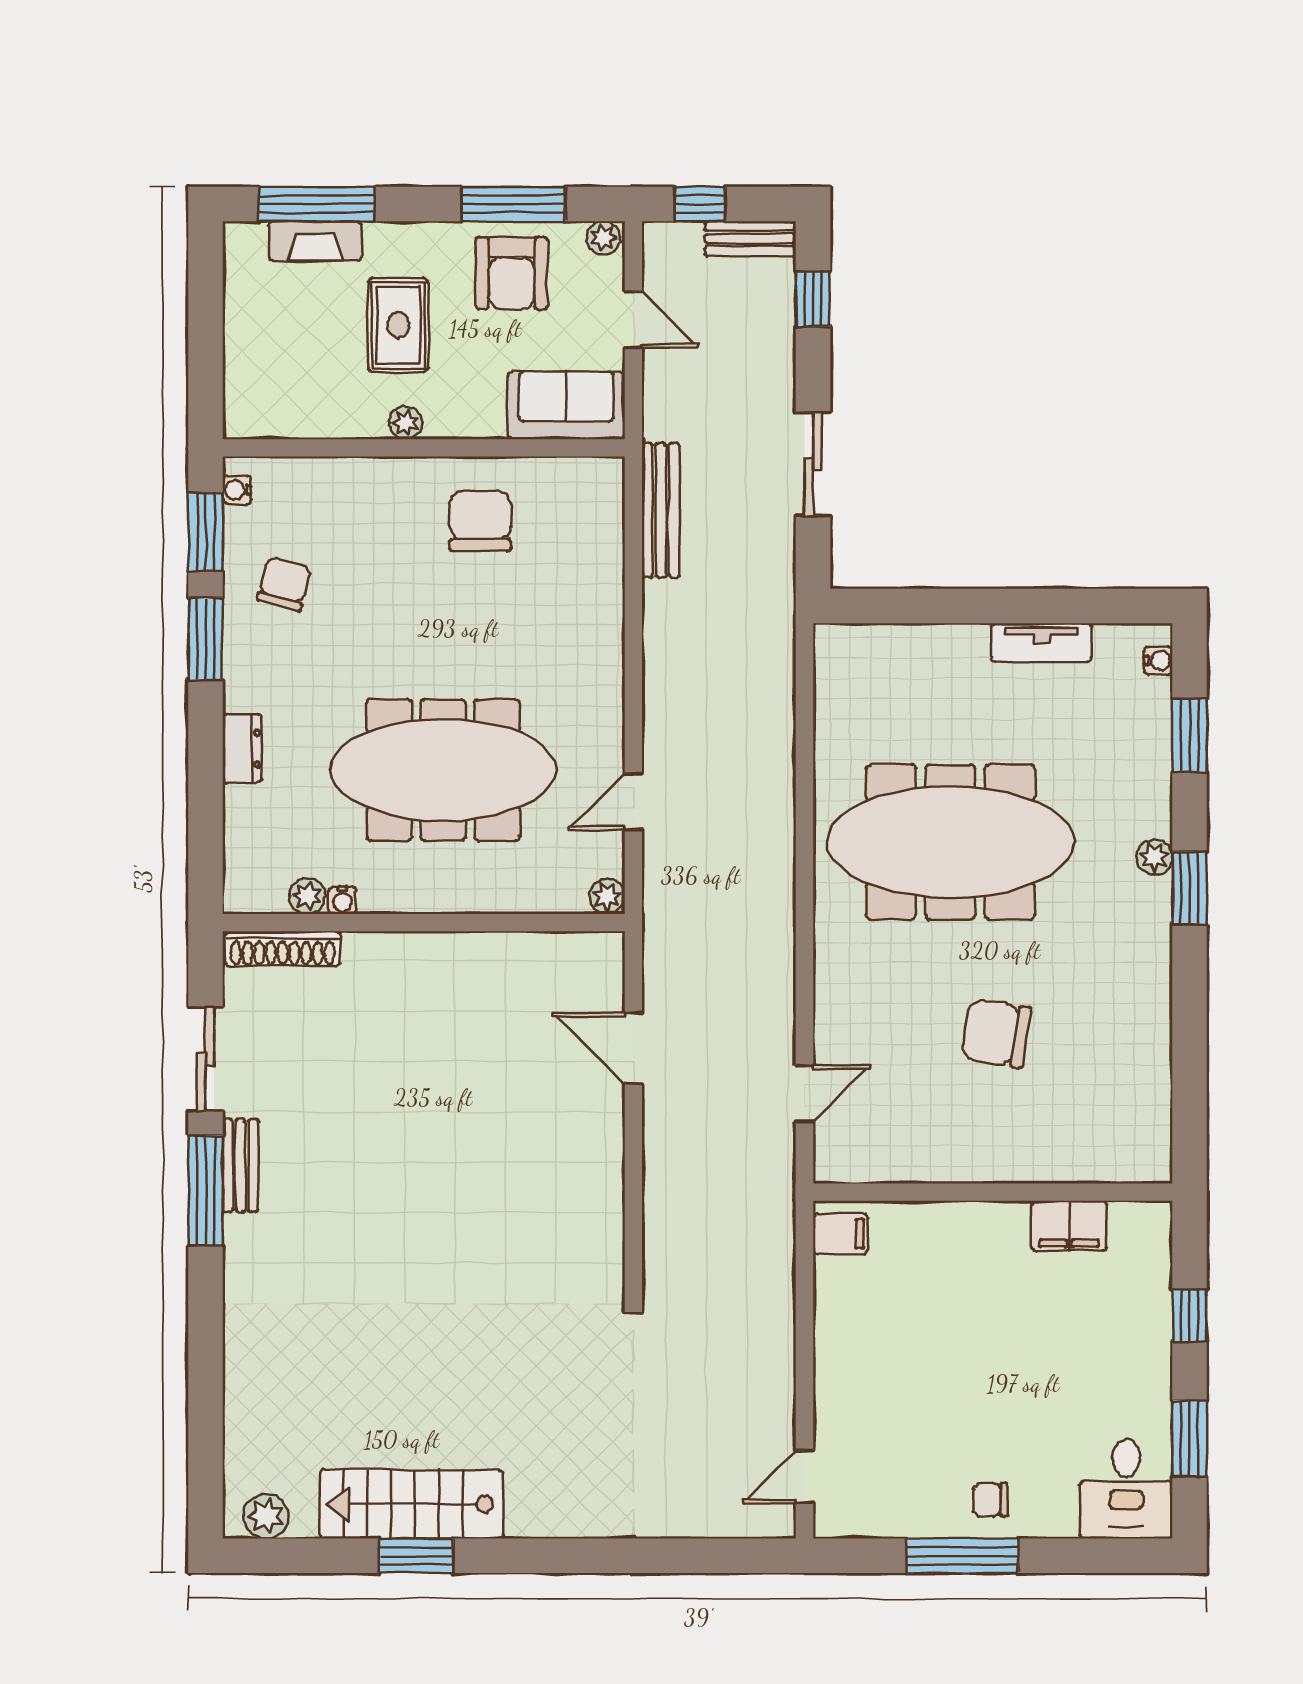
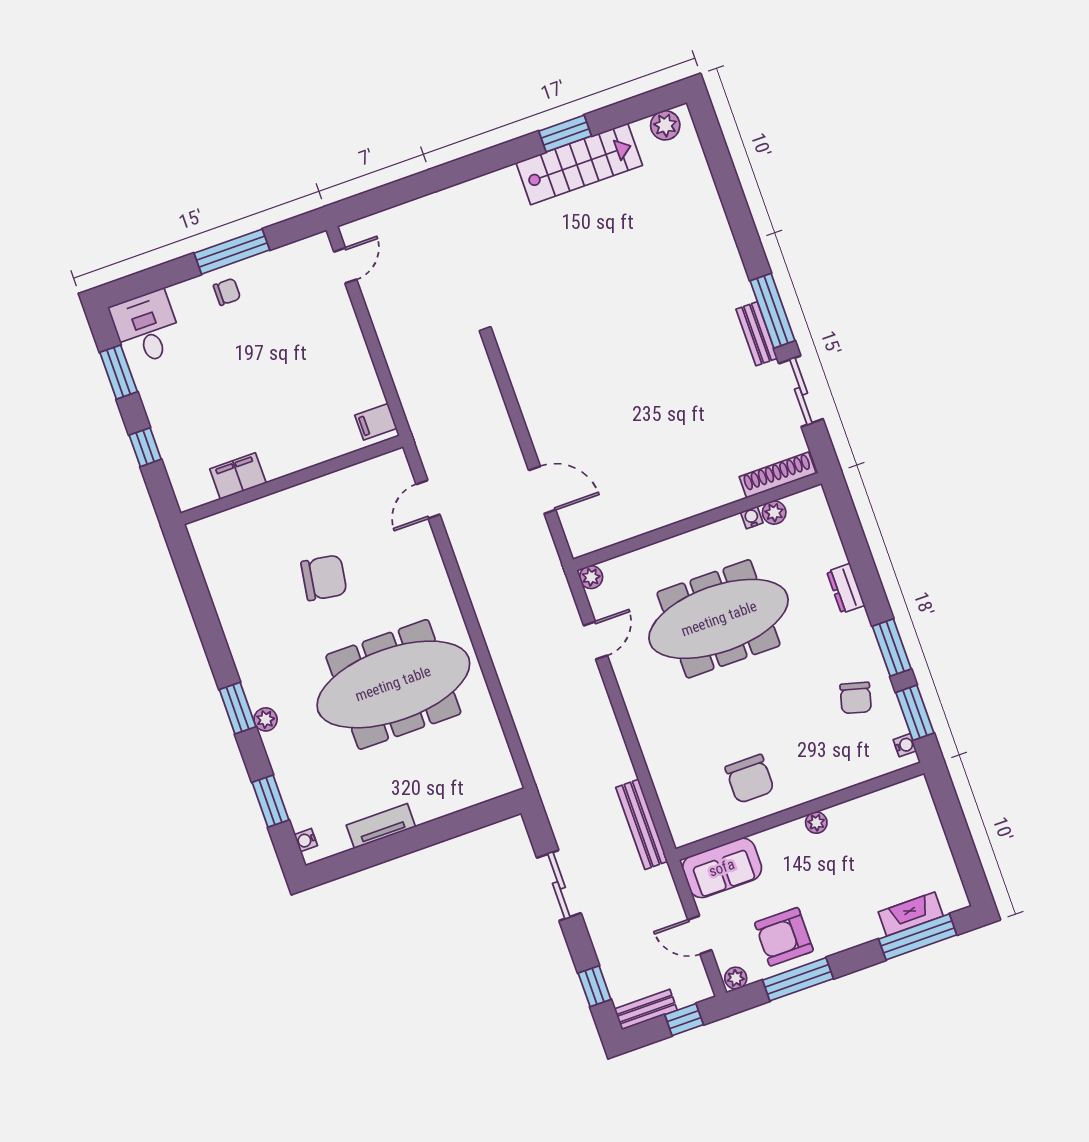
armchair: (512, 273) -> (784, 937), turned -90
rug: (398, 325) -> (842, 881), removed

